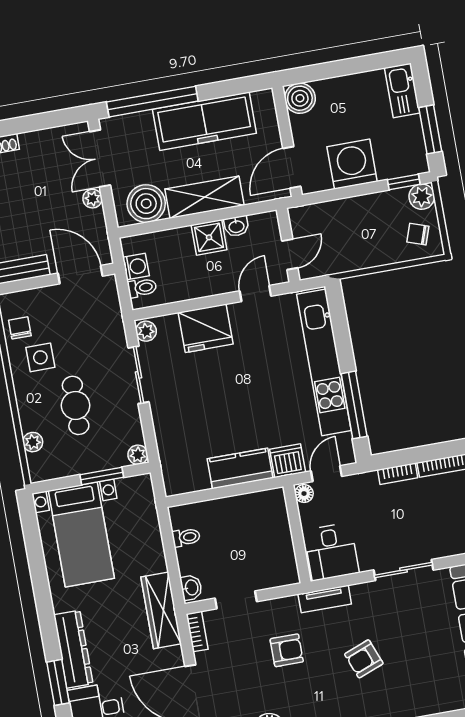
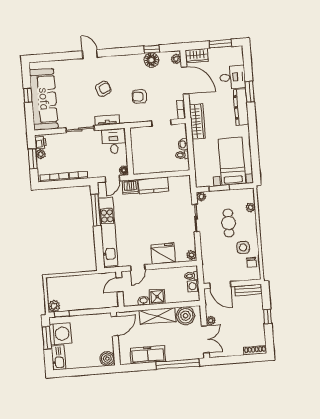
freezer: (204, 121) -> (148, 355), width x0.73, depth x0.79
washing machine: (352, 164) -> (60, 334), moved, turned -90
chair: (418, 234) -> (58, 288), removed
sliding door: (138, 375) -> (196, 218), moved
washbasin: (191, 588) -> (183, 144), moved
tv unit: (325, 599) -> (107, 120), moved

